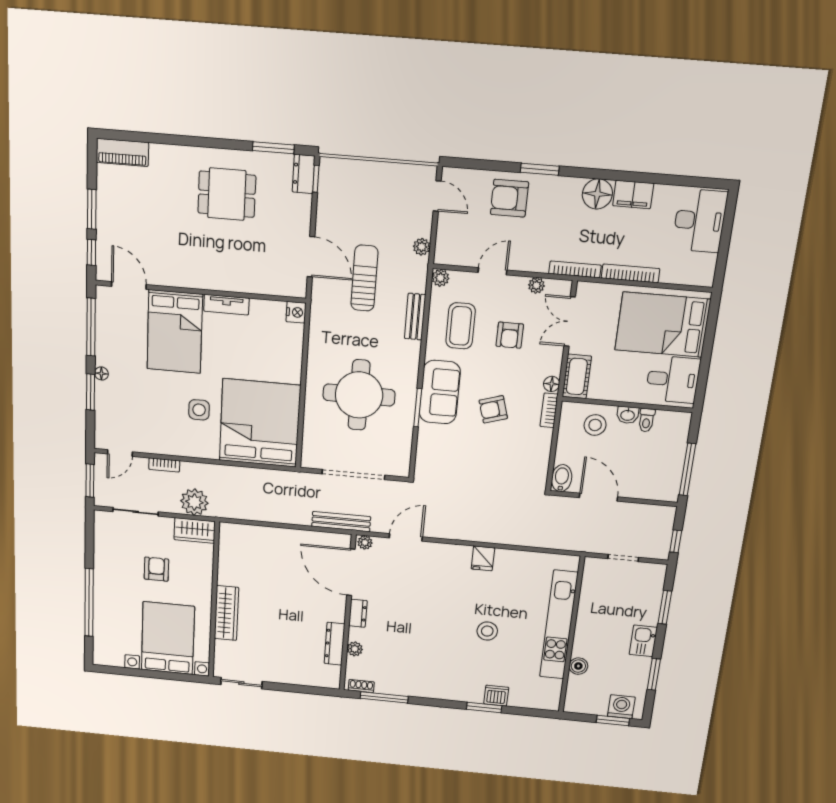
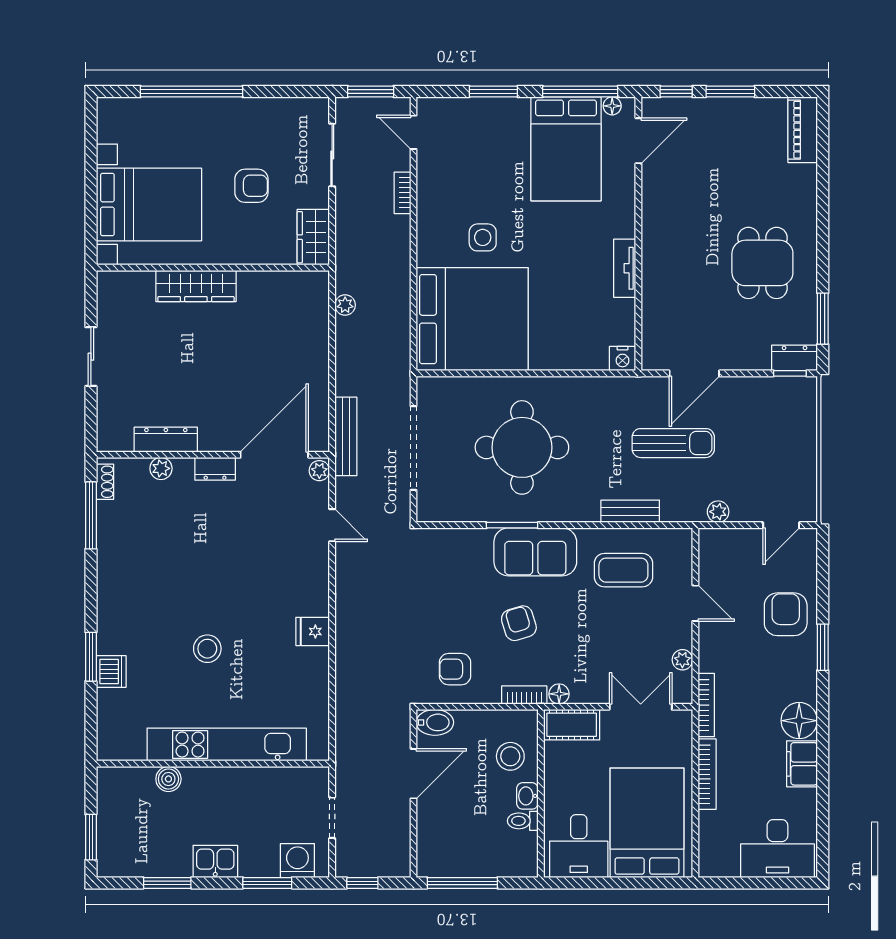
plant: (440, 278) -> (682, 539), removed
bed: (175, 332) -> (566, 149), moved, turned -90
armchair: (510, 335) -> (455, 669), moved
floor lamp: (101, 373) -> (612, 106), moved
plant: (194, 502) -> (345, 305), moved, width x0.53, depth x0.53
door: (406, 537) -> (332, 525), width x0.73
sliding door: (241, 683) -> (91, 357), moved
washing machine: (621, 707) -> (297, 861), moved, turned -90

